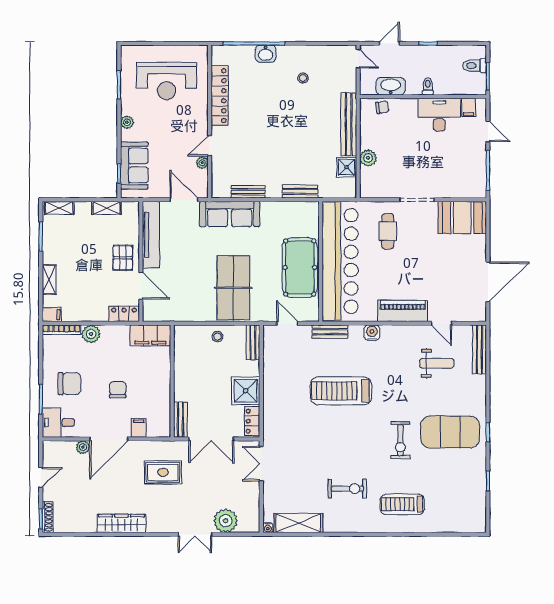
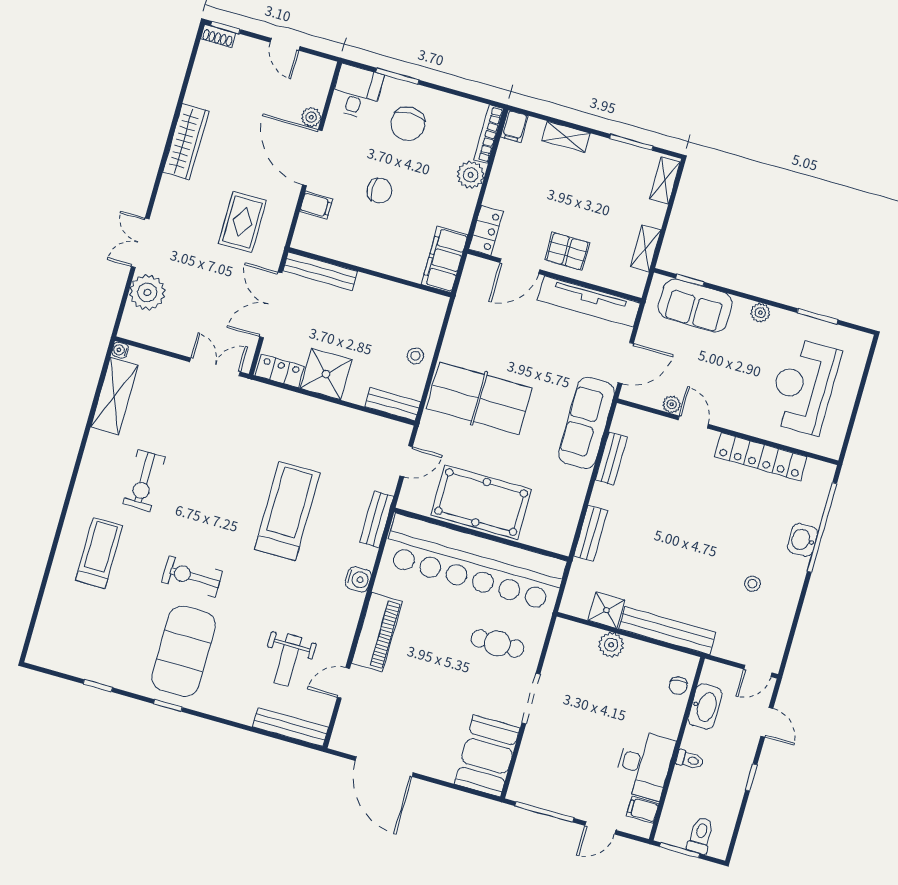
bench: (180, 420) -> (320, 271), width x1.36
shoe rack: (48, 517) -> (218, 36), width x0.70

